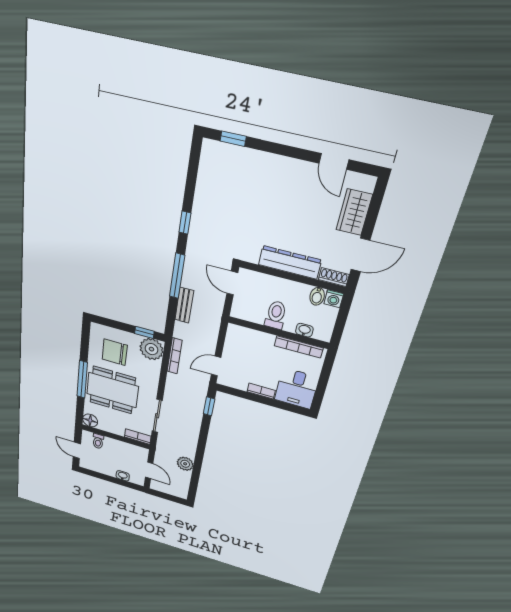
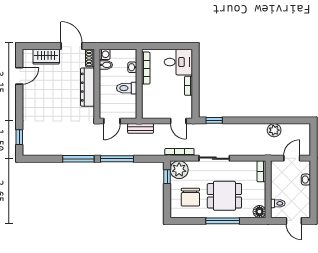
window: (185, 223) -> (78, 159), width x2.17
bench: (184, 305) -> (141, 128), moved
dining table: (113, 390) -> (224, 196), width x0.73
sliding door: (157, 416) -> (214, 158), moved
door: (77, 450) -> (294, 221), hinge flipped

